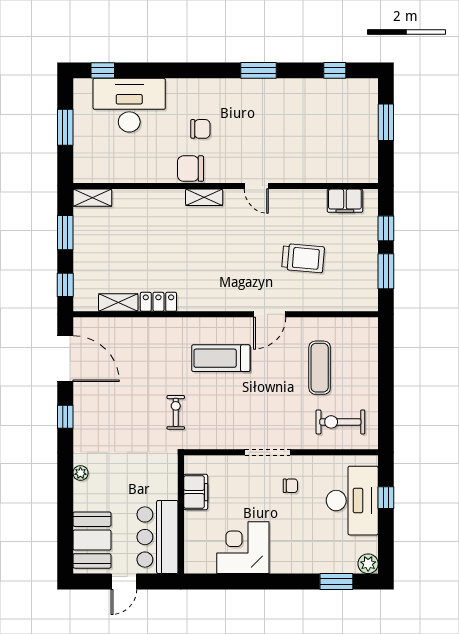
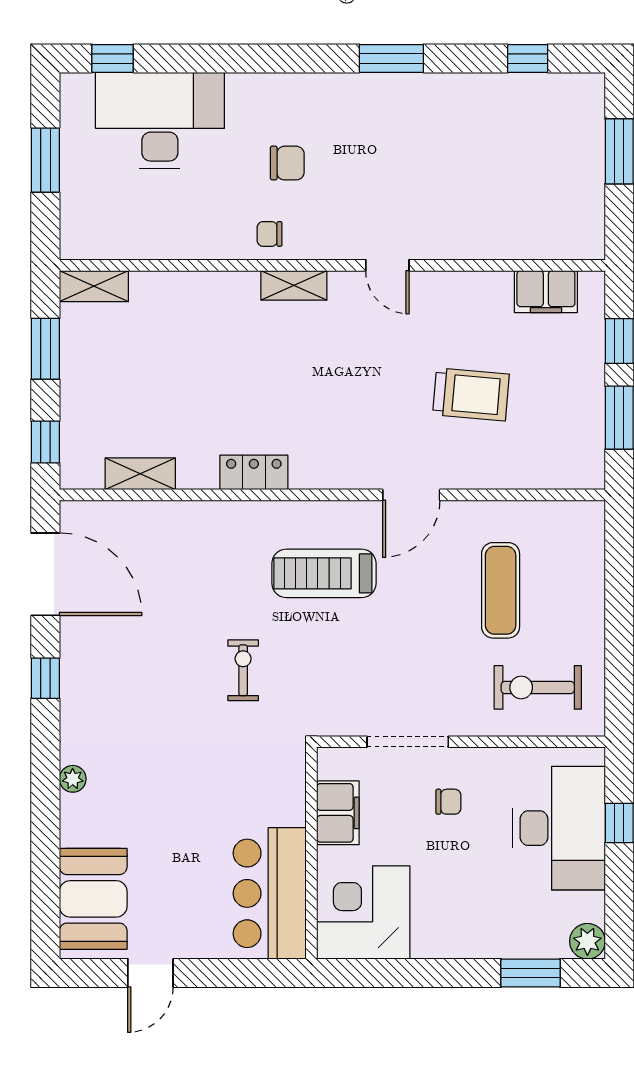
chair: (190, 169) -> (270, 234), width x0.54, depth x0.54
locker: (158, 302) -> (254, 472), moved
filing cabinet: (196, 492) -> (338, 813), moved
wall: (181, 514) -> (311, 853), moved
bar counter: (158, 537) -> (270, 893), moved

